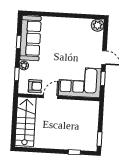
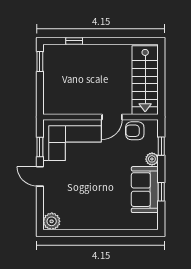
sofa: (30, 38) -> (145, 190), width x0.73

